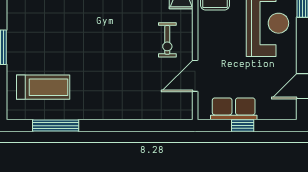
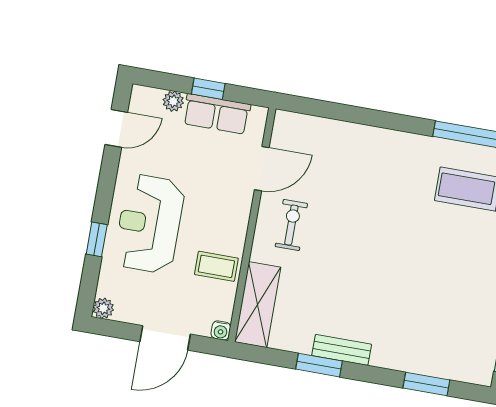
plant: (266, 112) -> (173, 101), added

